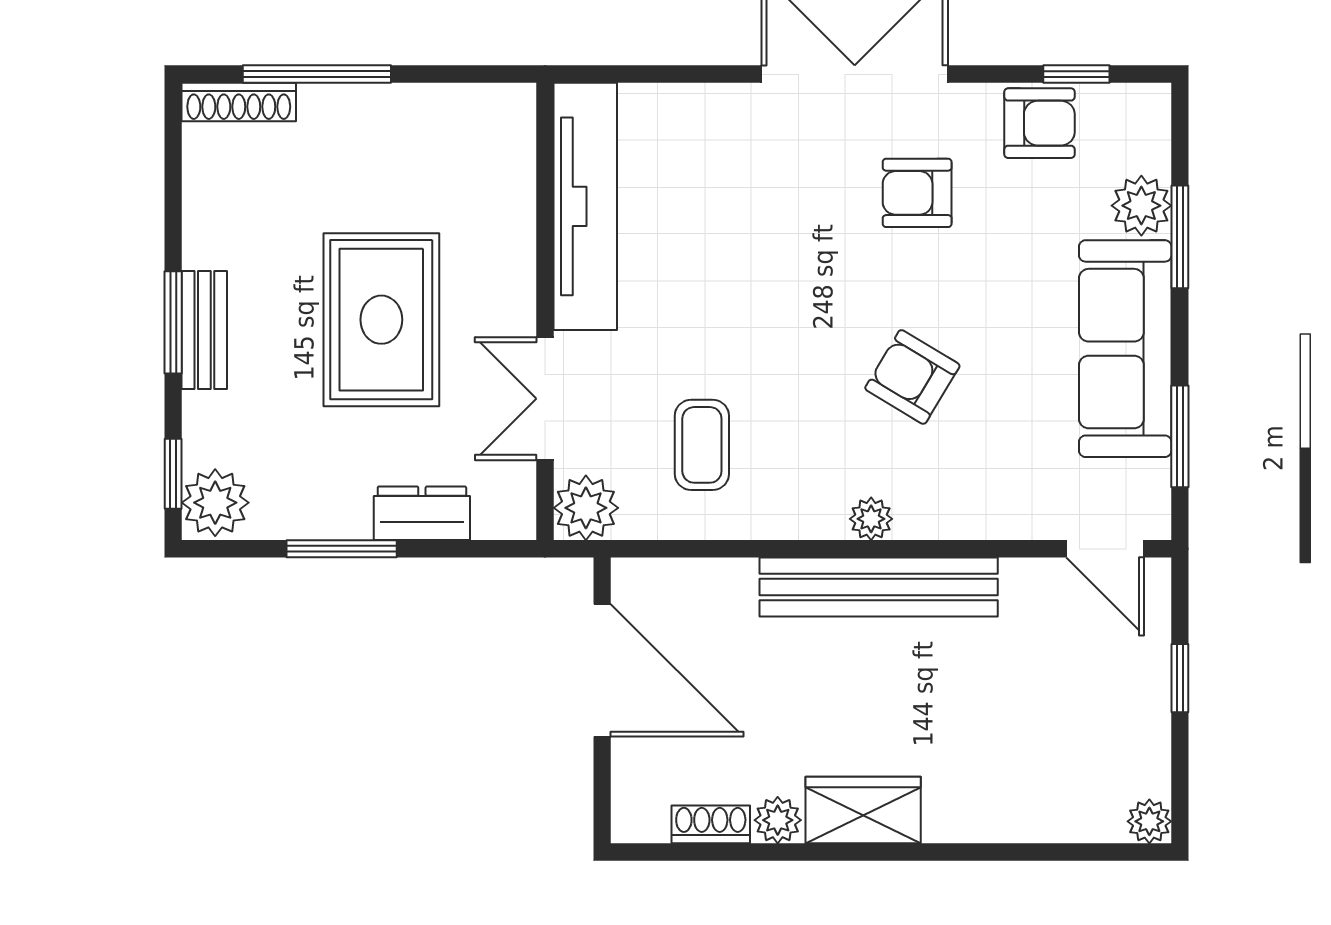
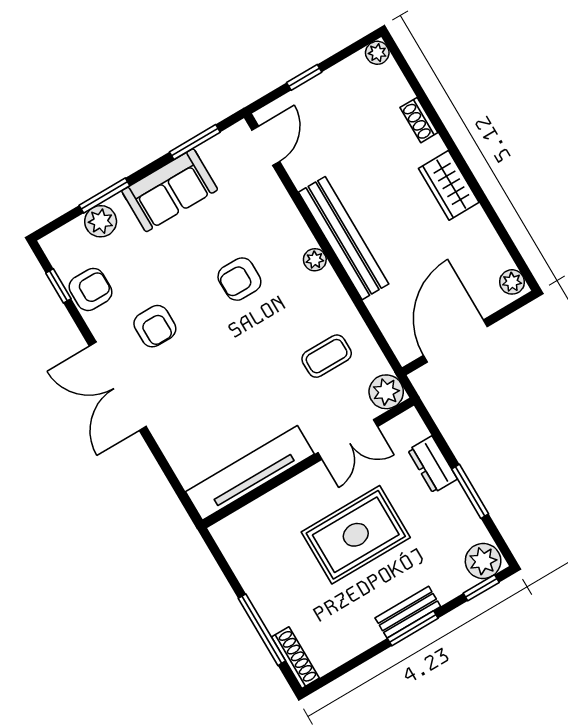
armchair: (1039, 123) -> (91, 289), turned 90
sofa: (1125, 349) -> (170, 190), width x0.73
armchair: (912, 377) -> (239, 279), turned 59
plant: (778, 820) -> (512, 282), moved
shoe rack: (711, 824) -> (419, 120), moved

